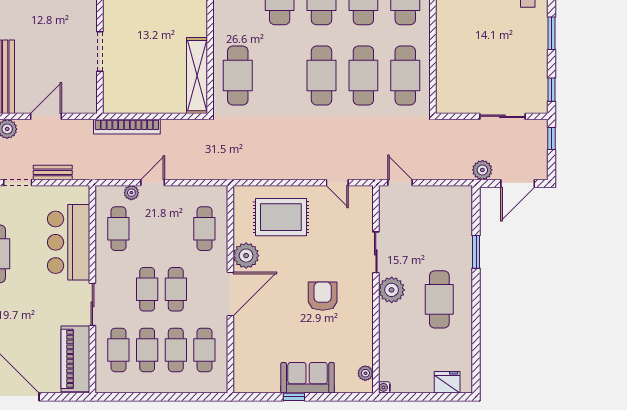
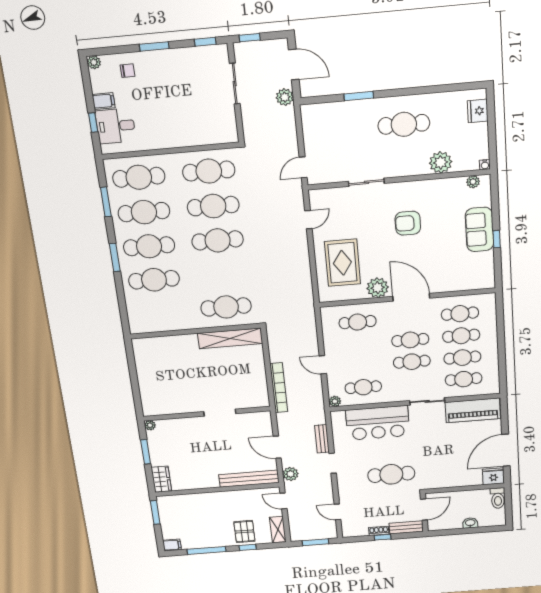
plant: (131, 193) -> (335, 401), moved
plant: (392, 290) -> (441, 162), moved

